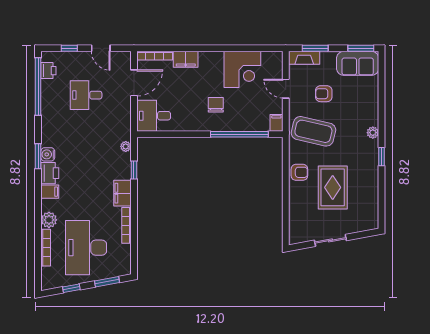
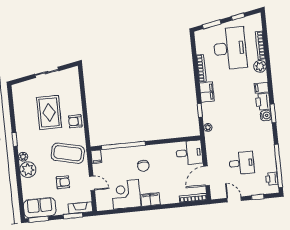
filing cabinet: (186, 59) -> (150, 200), moved
plant: (368, 115) -> (28, 170), added

